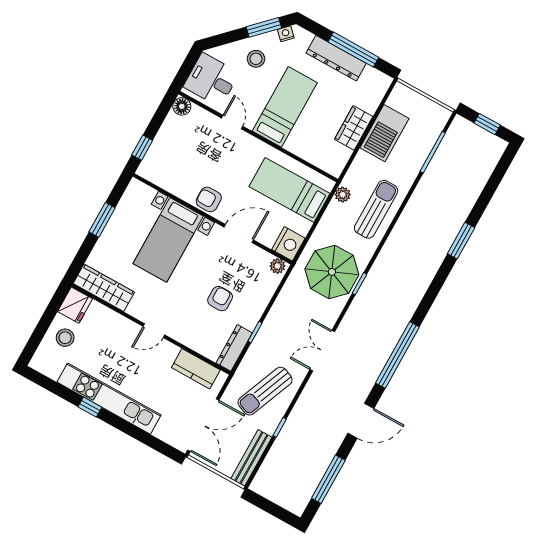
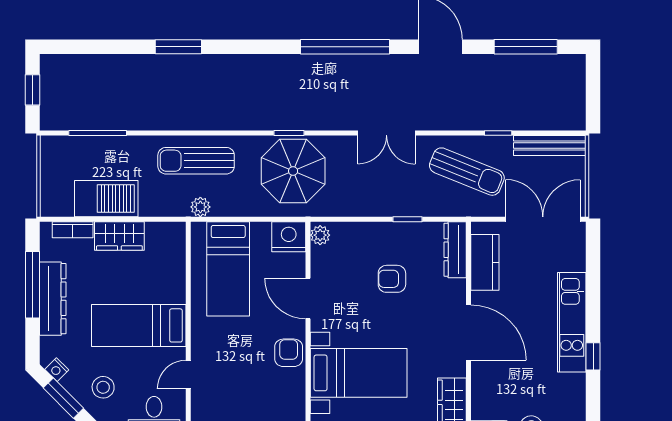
bookcase: (376, 98) -> (73, 230), added
armchair: (209, 199) -> (289, 353), turned 180
door: (154, 331) -> (468, 333), width x1.88
dresser: (234, 348) -> (455, 250), moved, turned 90
kitchen unit: (109, 399) -> (572, 322), width x0.73

